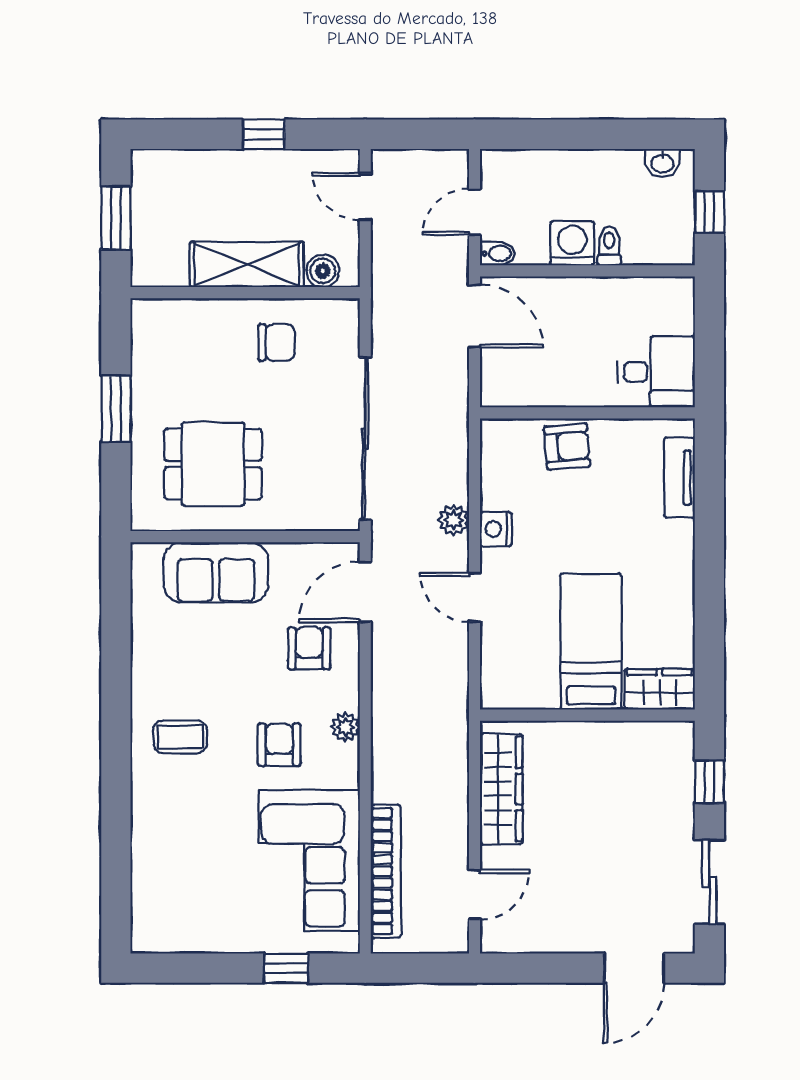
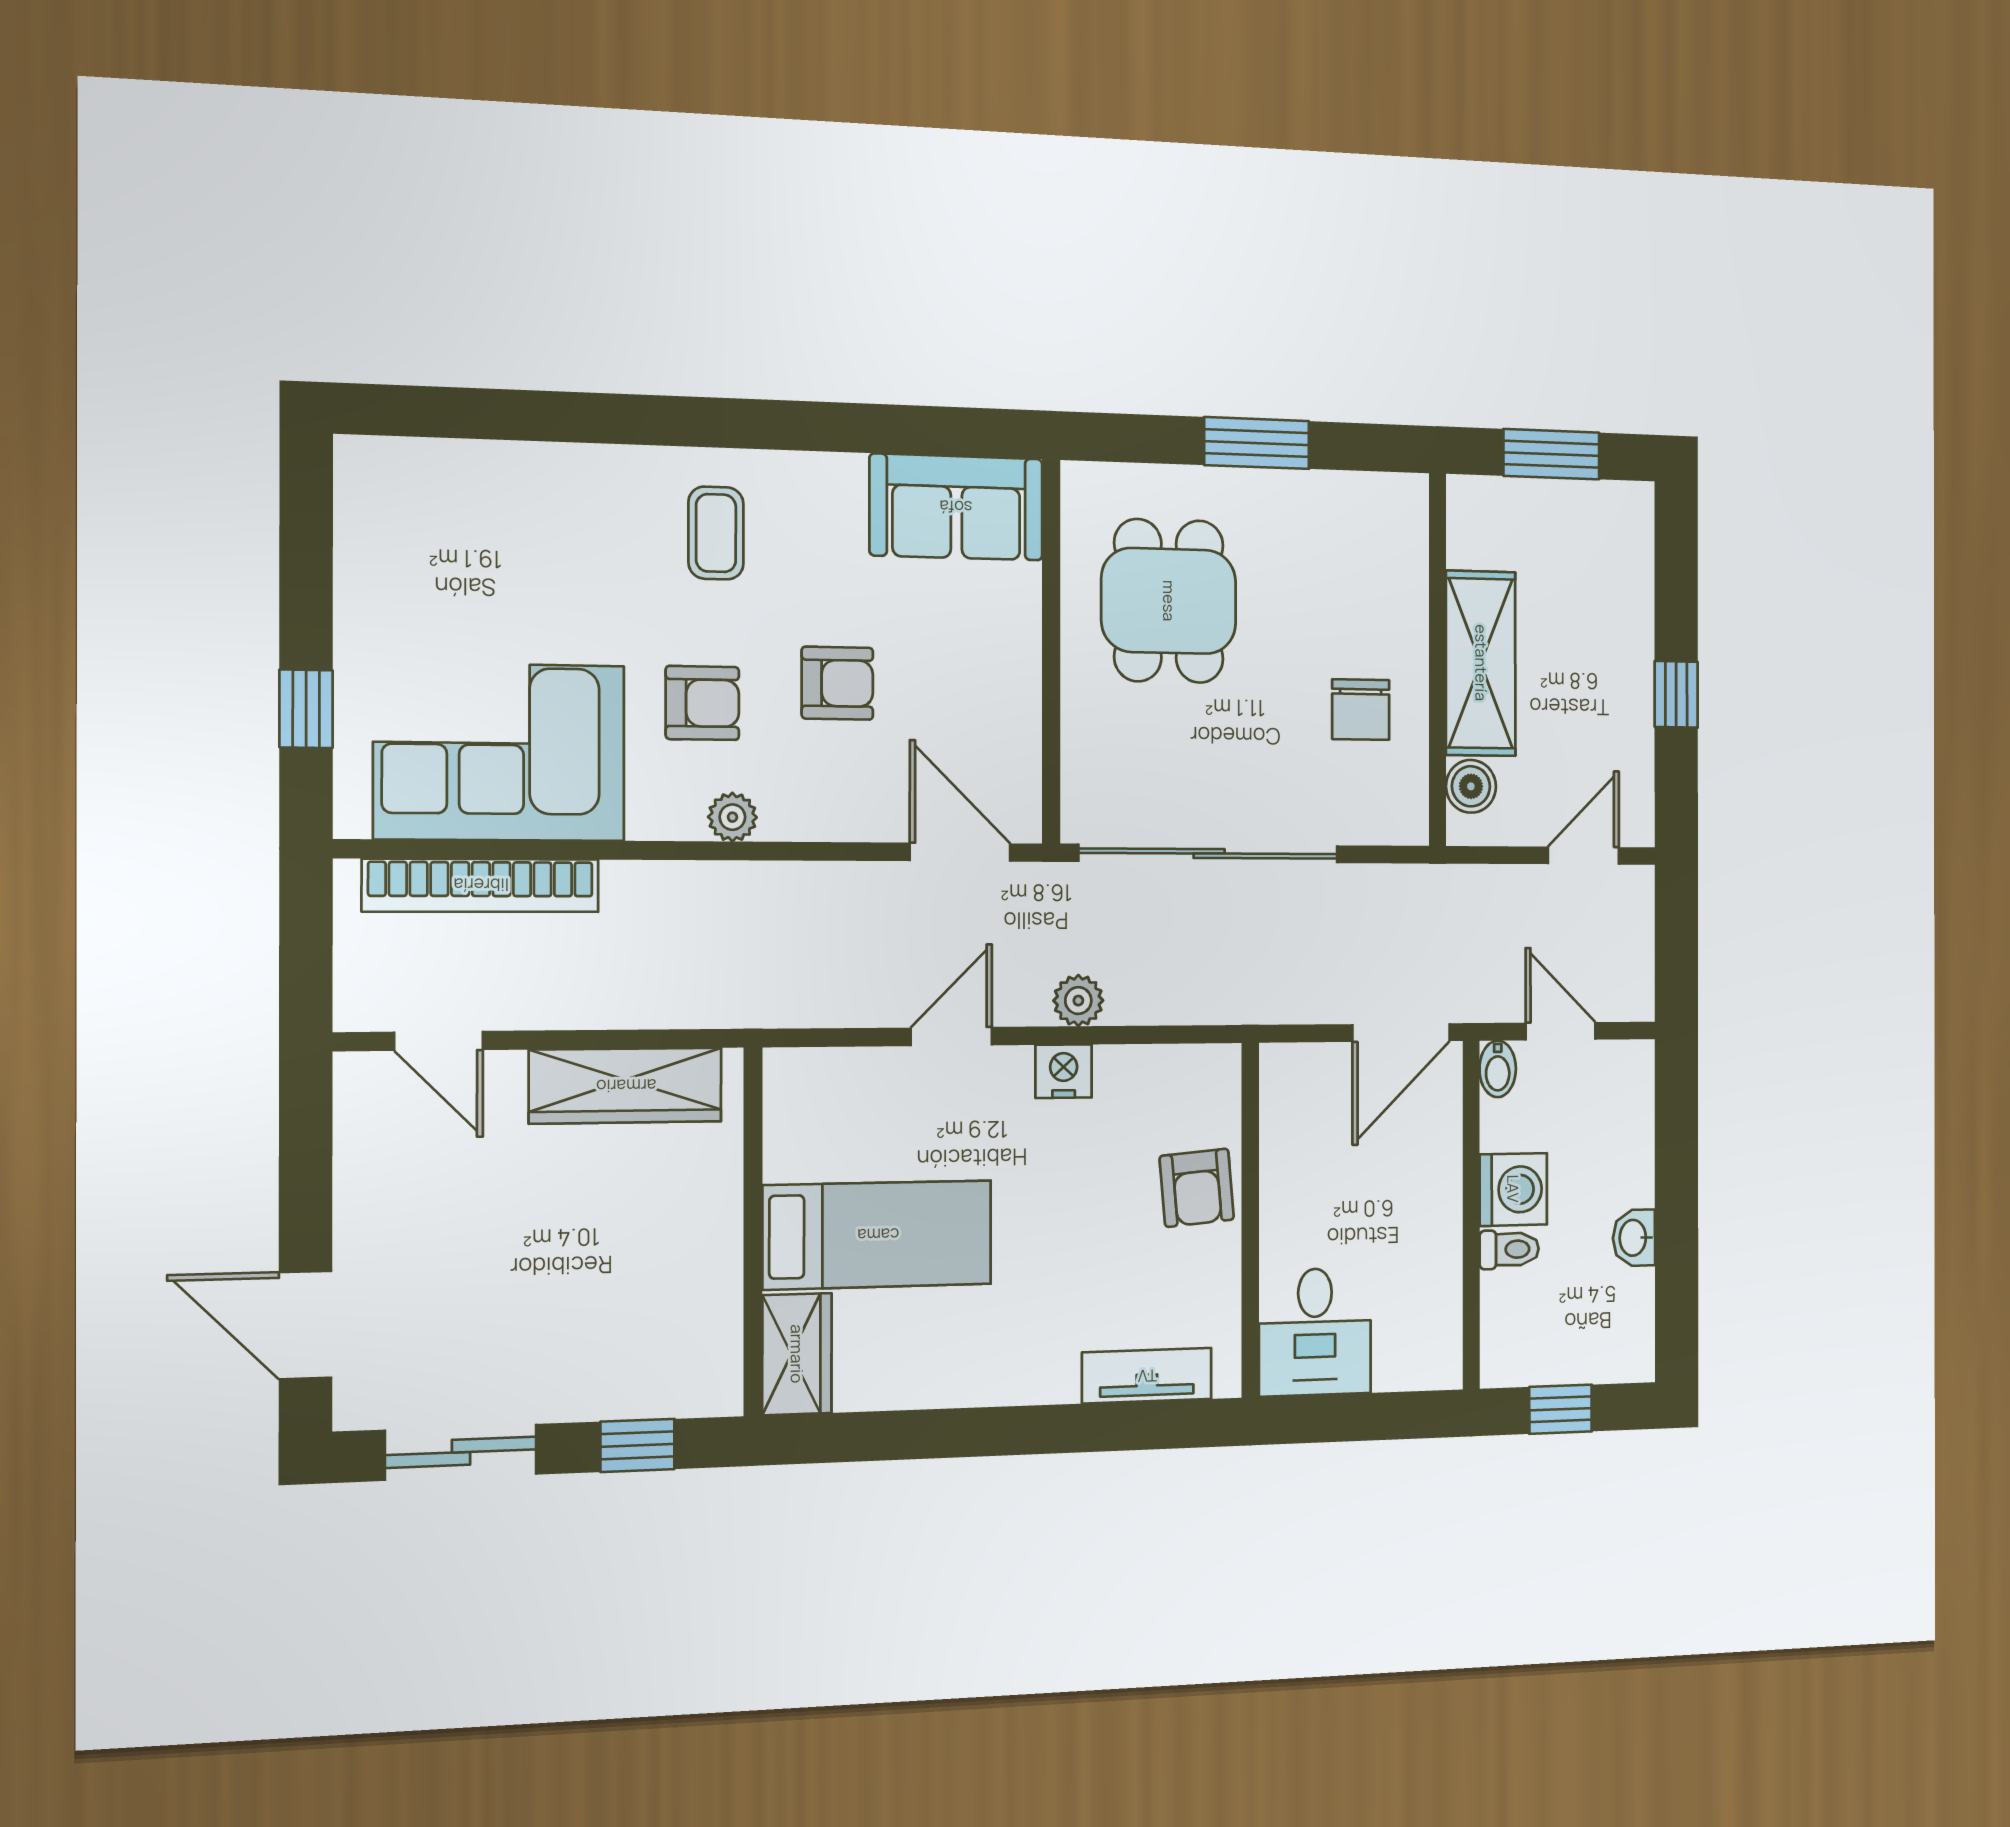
washbasin: (662, 163) -> (1634, 1238), moved
sofa: (216, 572) -> (956, 507), moved, turned -90
armchair: (309, 648) -> (837, 683), moved

